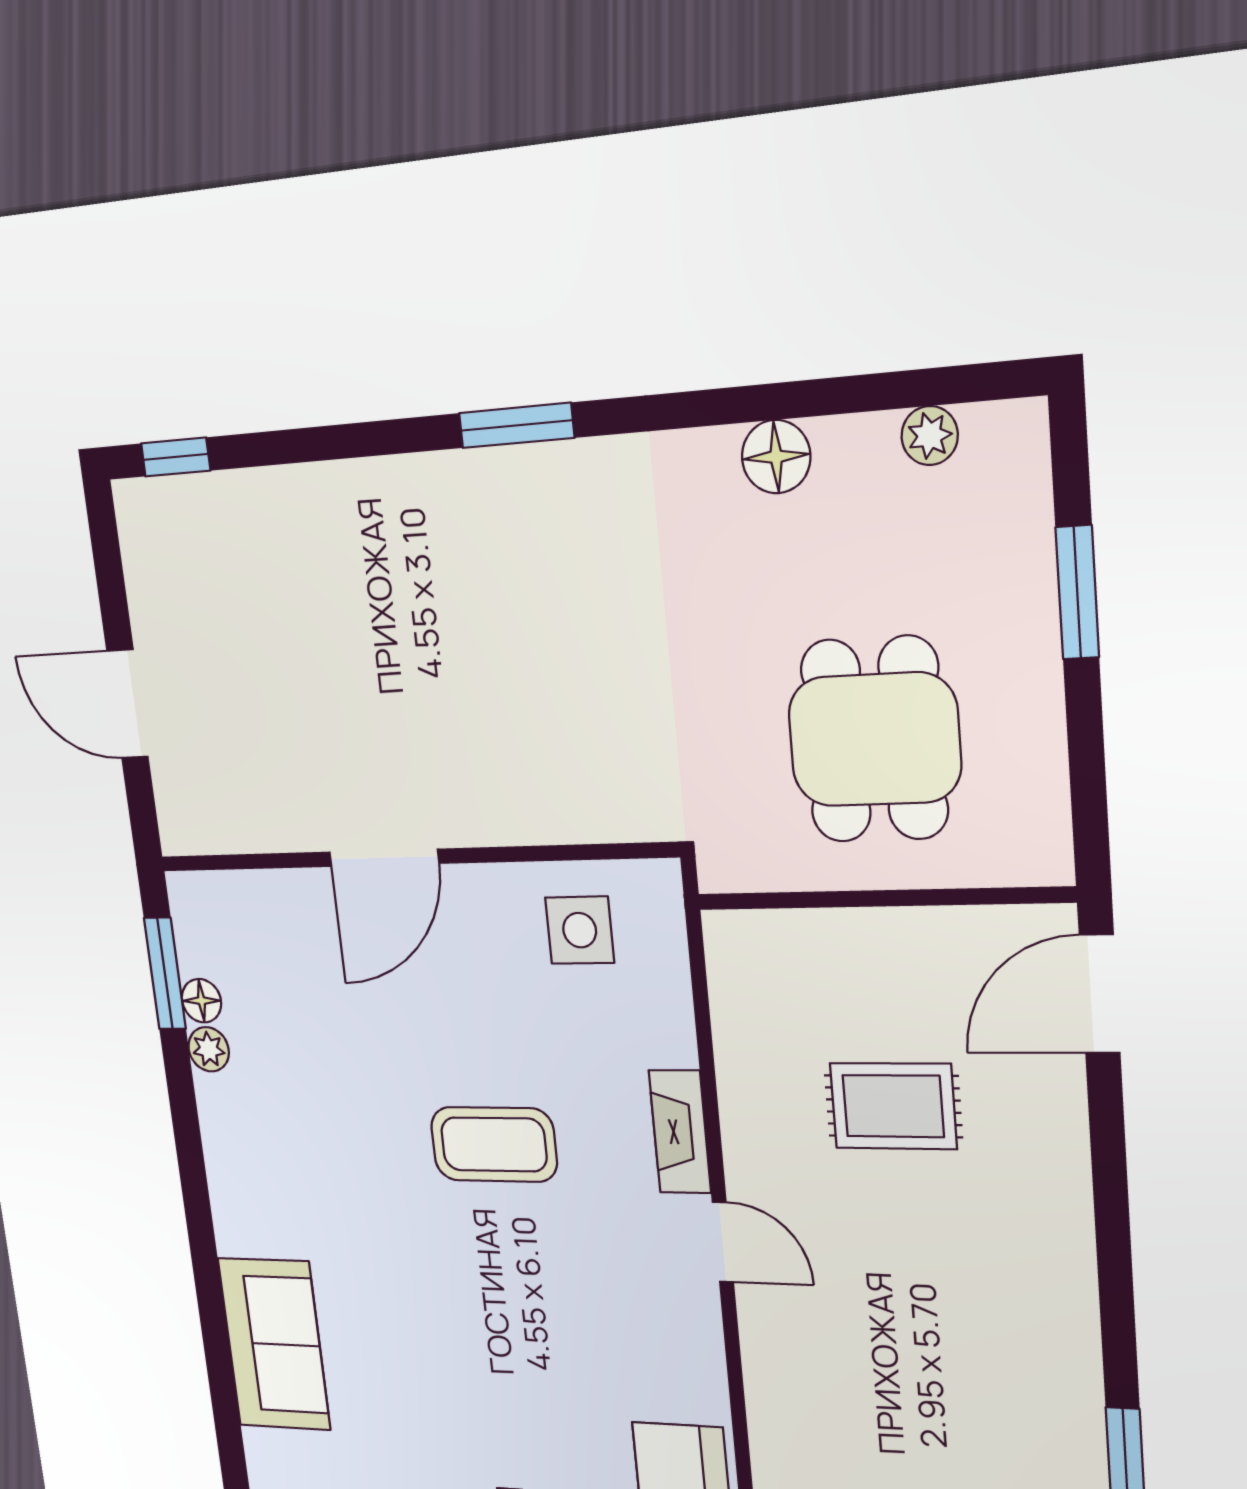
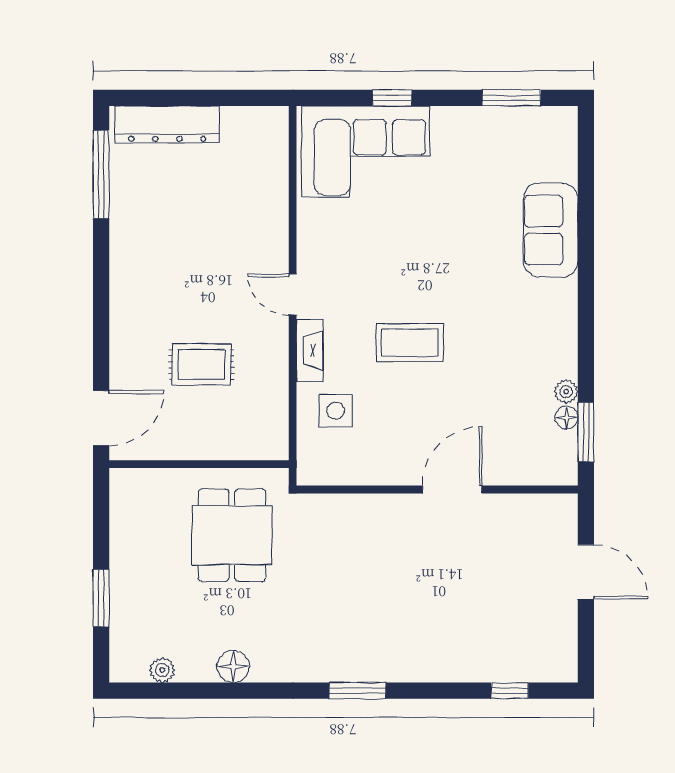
window: (176, 457) -> (510, 691), moved
dining table: (874, 740) -> (232, 535), moved
side table: (580, 930) -> (336, 411), moved

